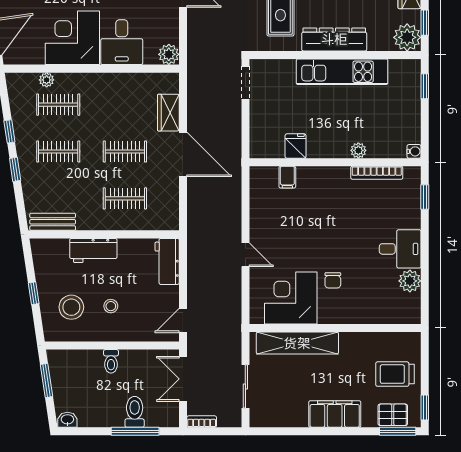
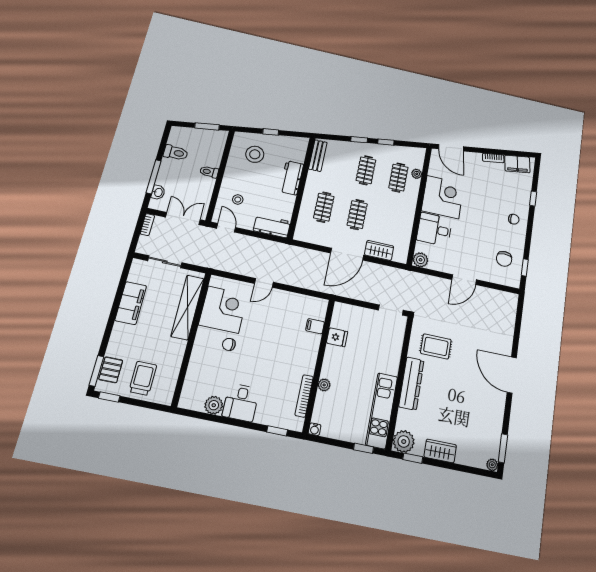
kitchen unit: (342, 72) -> (382, 411), moved
stool: (111, 306) -> (238, 200), moved
toilet: (135, 412) -> (176, 153), moved
filing cabinet: (335, 414) -> (131, 303), moved
washbasin: (67, 420) -> (158, 192), moved

